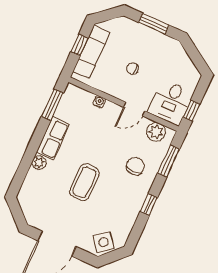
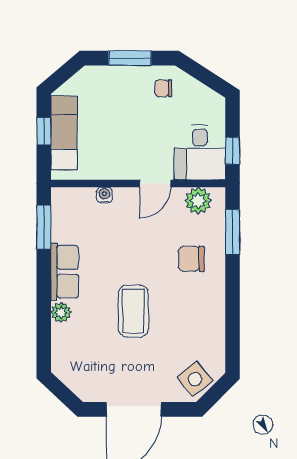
chair: (133, 69) -> (163, 88), moved
chair: (135, 166) -> (191, 259), turned -90
window: (149, 205) -> (233, 302), removed

